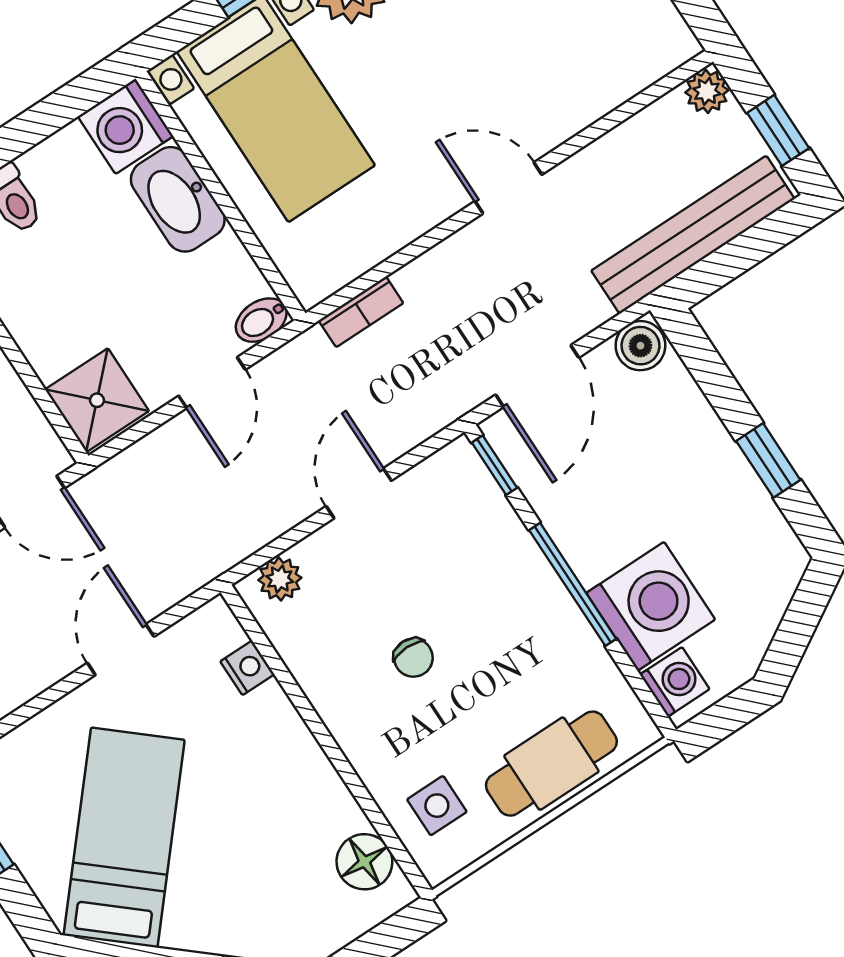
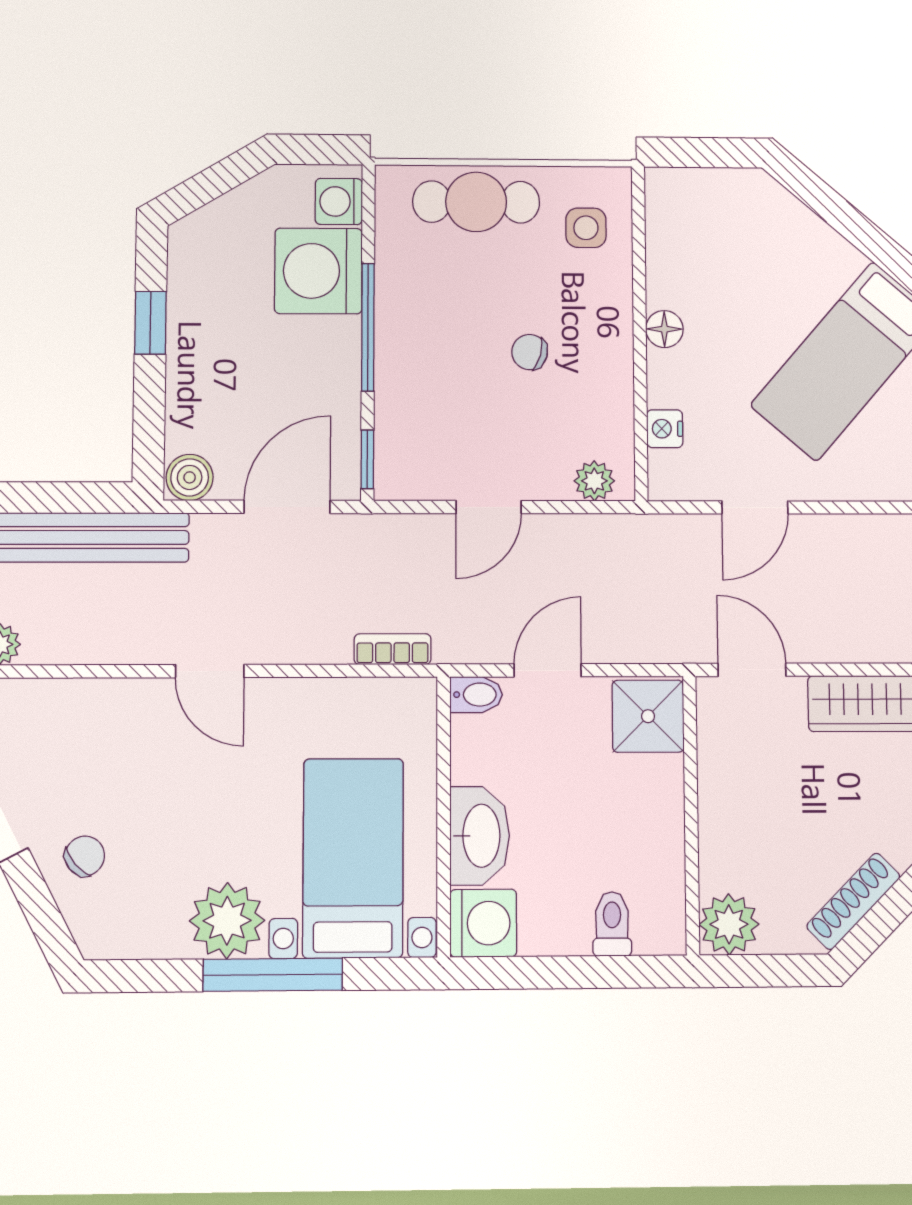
chair: (413, 658) -> (530, 352), turned -75
floor lamp: (364, 862) -> (664, 329), moved, width x0.73, depth x0.73

